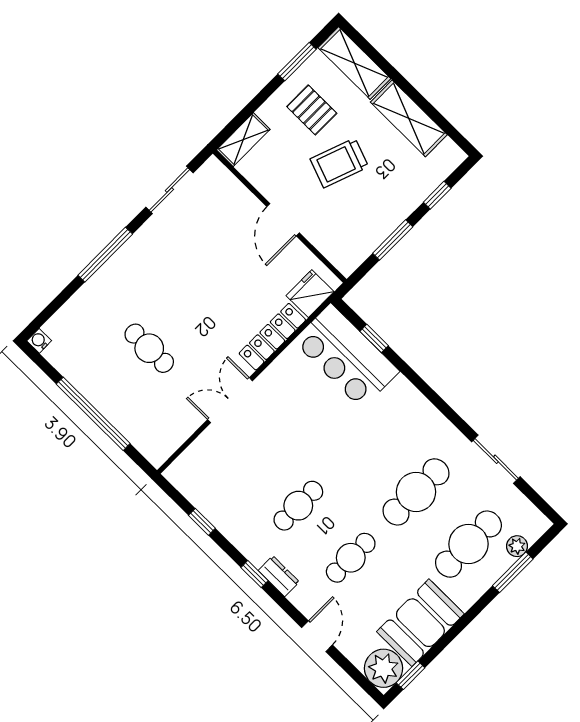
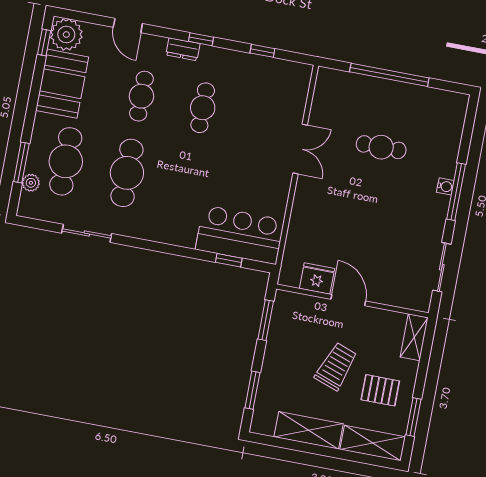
window: (437, 195) -> (252, 390), width x1.50
window: (393, 240) -> (266, 320), moved
fridge: (310, 294) -> (317, 279), moved, turned -90
locker: (272, 337) -> (301, 213), removed
water cooler: (39, 341) -> (445, 186), moved

